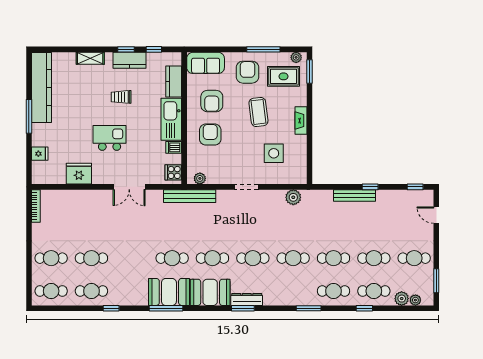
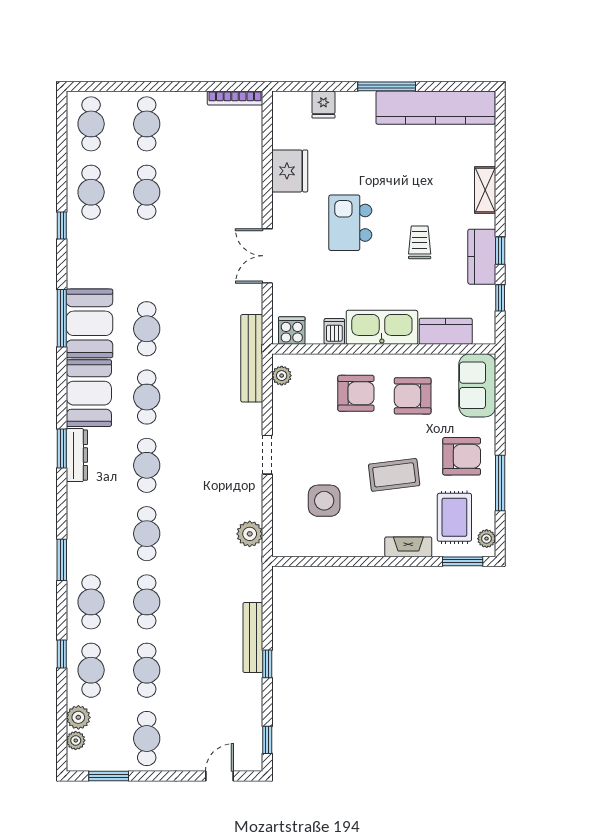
fireplace: (301, 121) -> (408, 547), moved
kitchen island: (110, 138) -> (350, 223), turned 180

